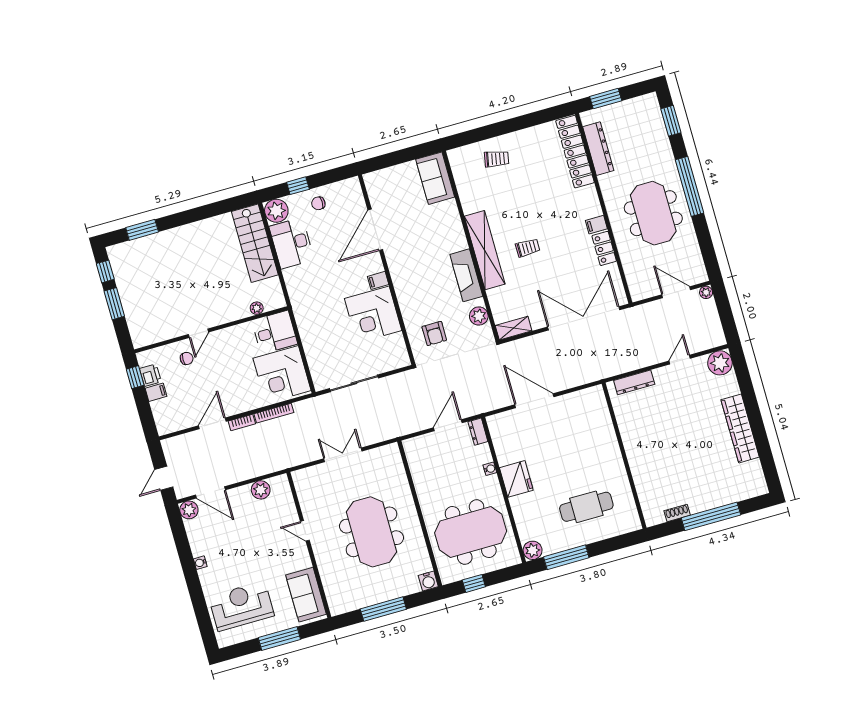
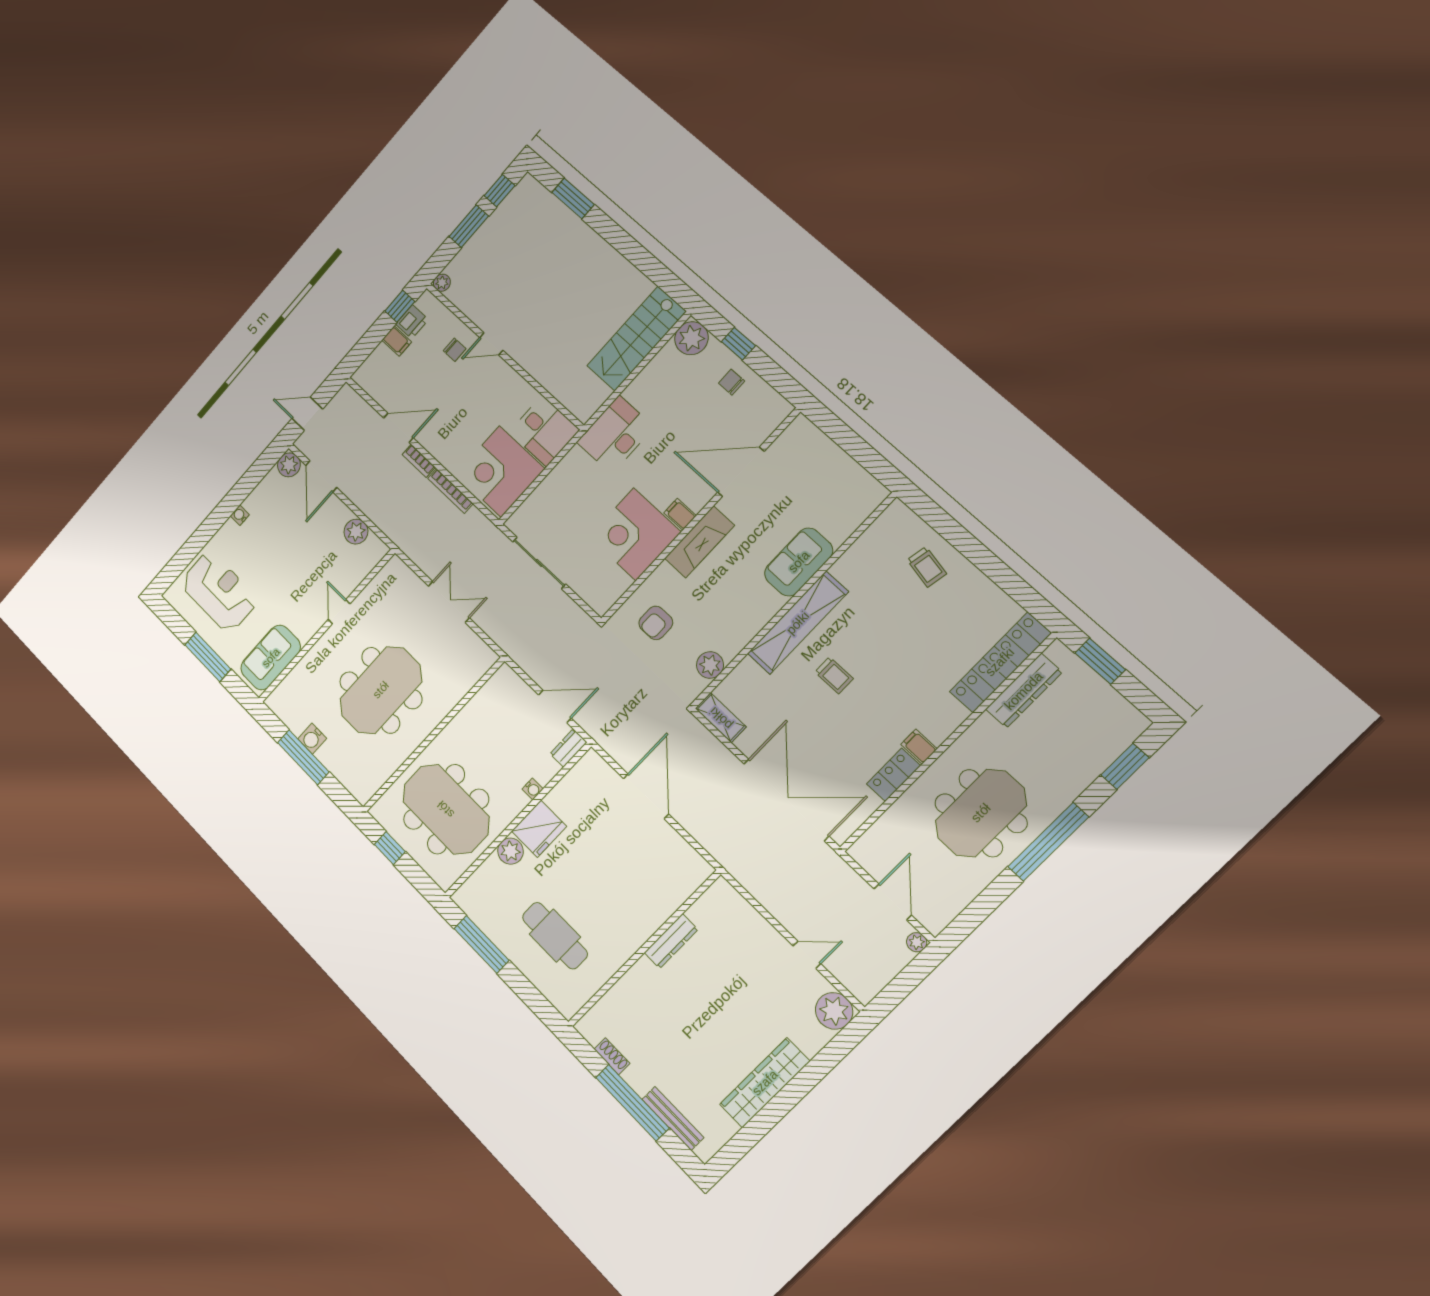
sofa: (435, 178) -> (799, 562), moved
desk: (292, 243) -> (615, 435), moved
fireplace: (466, 275) -> (699, 542), moved, turned 180
plant: (257, 308) -> (442, 283), moved
dresser: (634, 382) -> (671, 941), moved, turned -90
bench: (733, 497) -> (673, 1118), added
plant: (533, 550) -> (510, 851), moved
water cooler: (428, 581) -> (312, 739), moved

